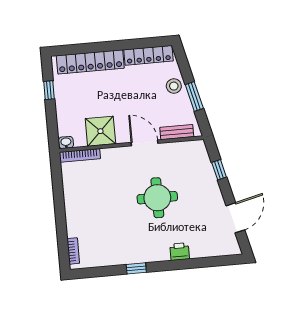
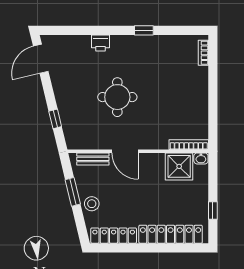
shower: (100, 131) -> (179, 166), moved
door: (235, 218) -> (41, 59), moved

